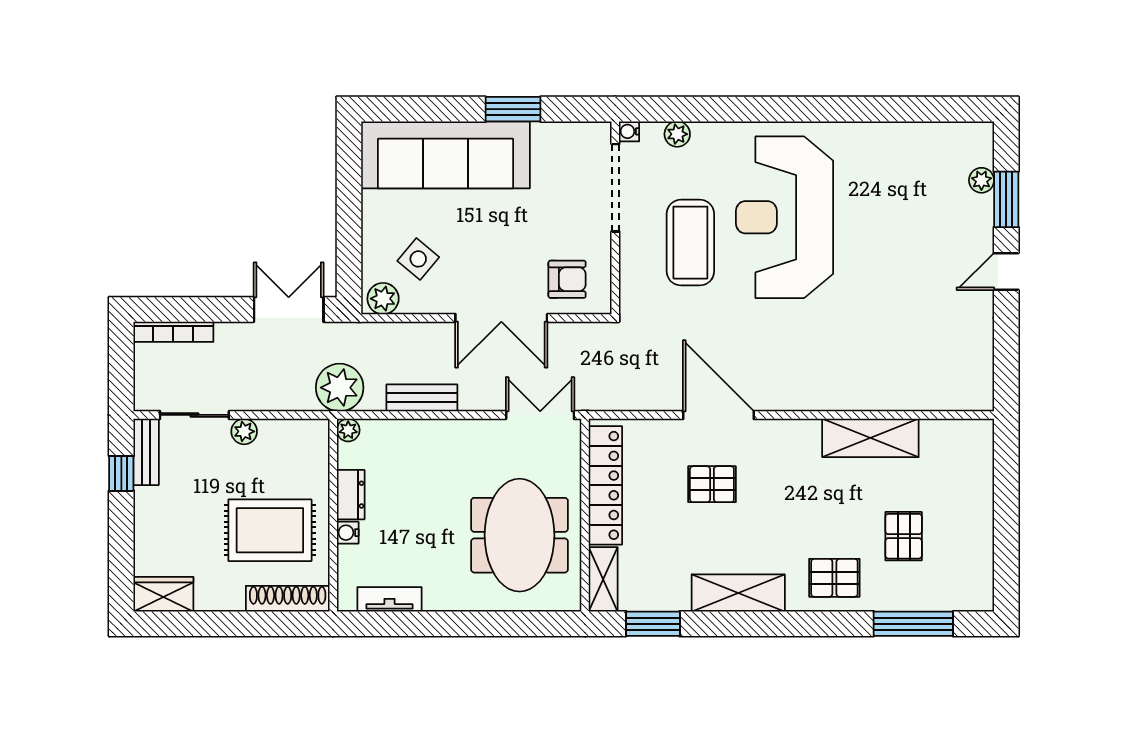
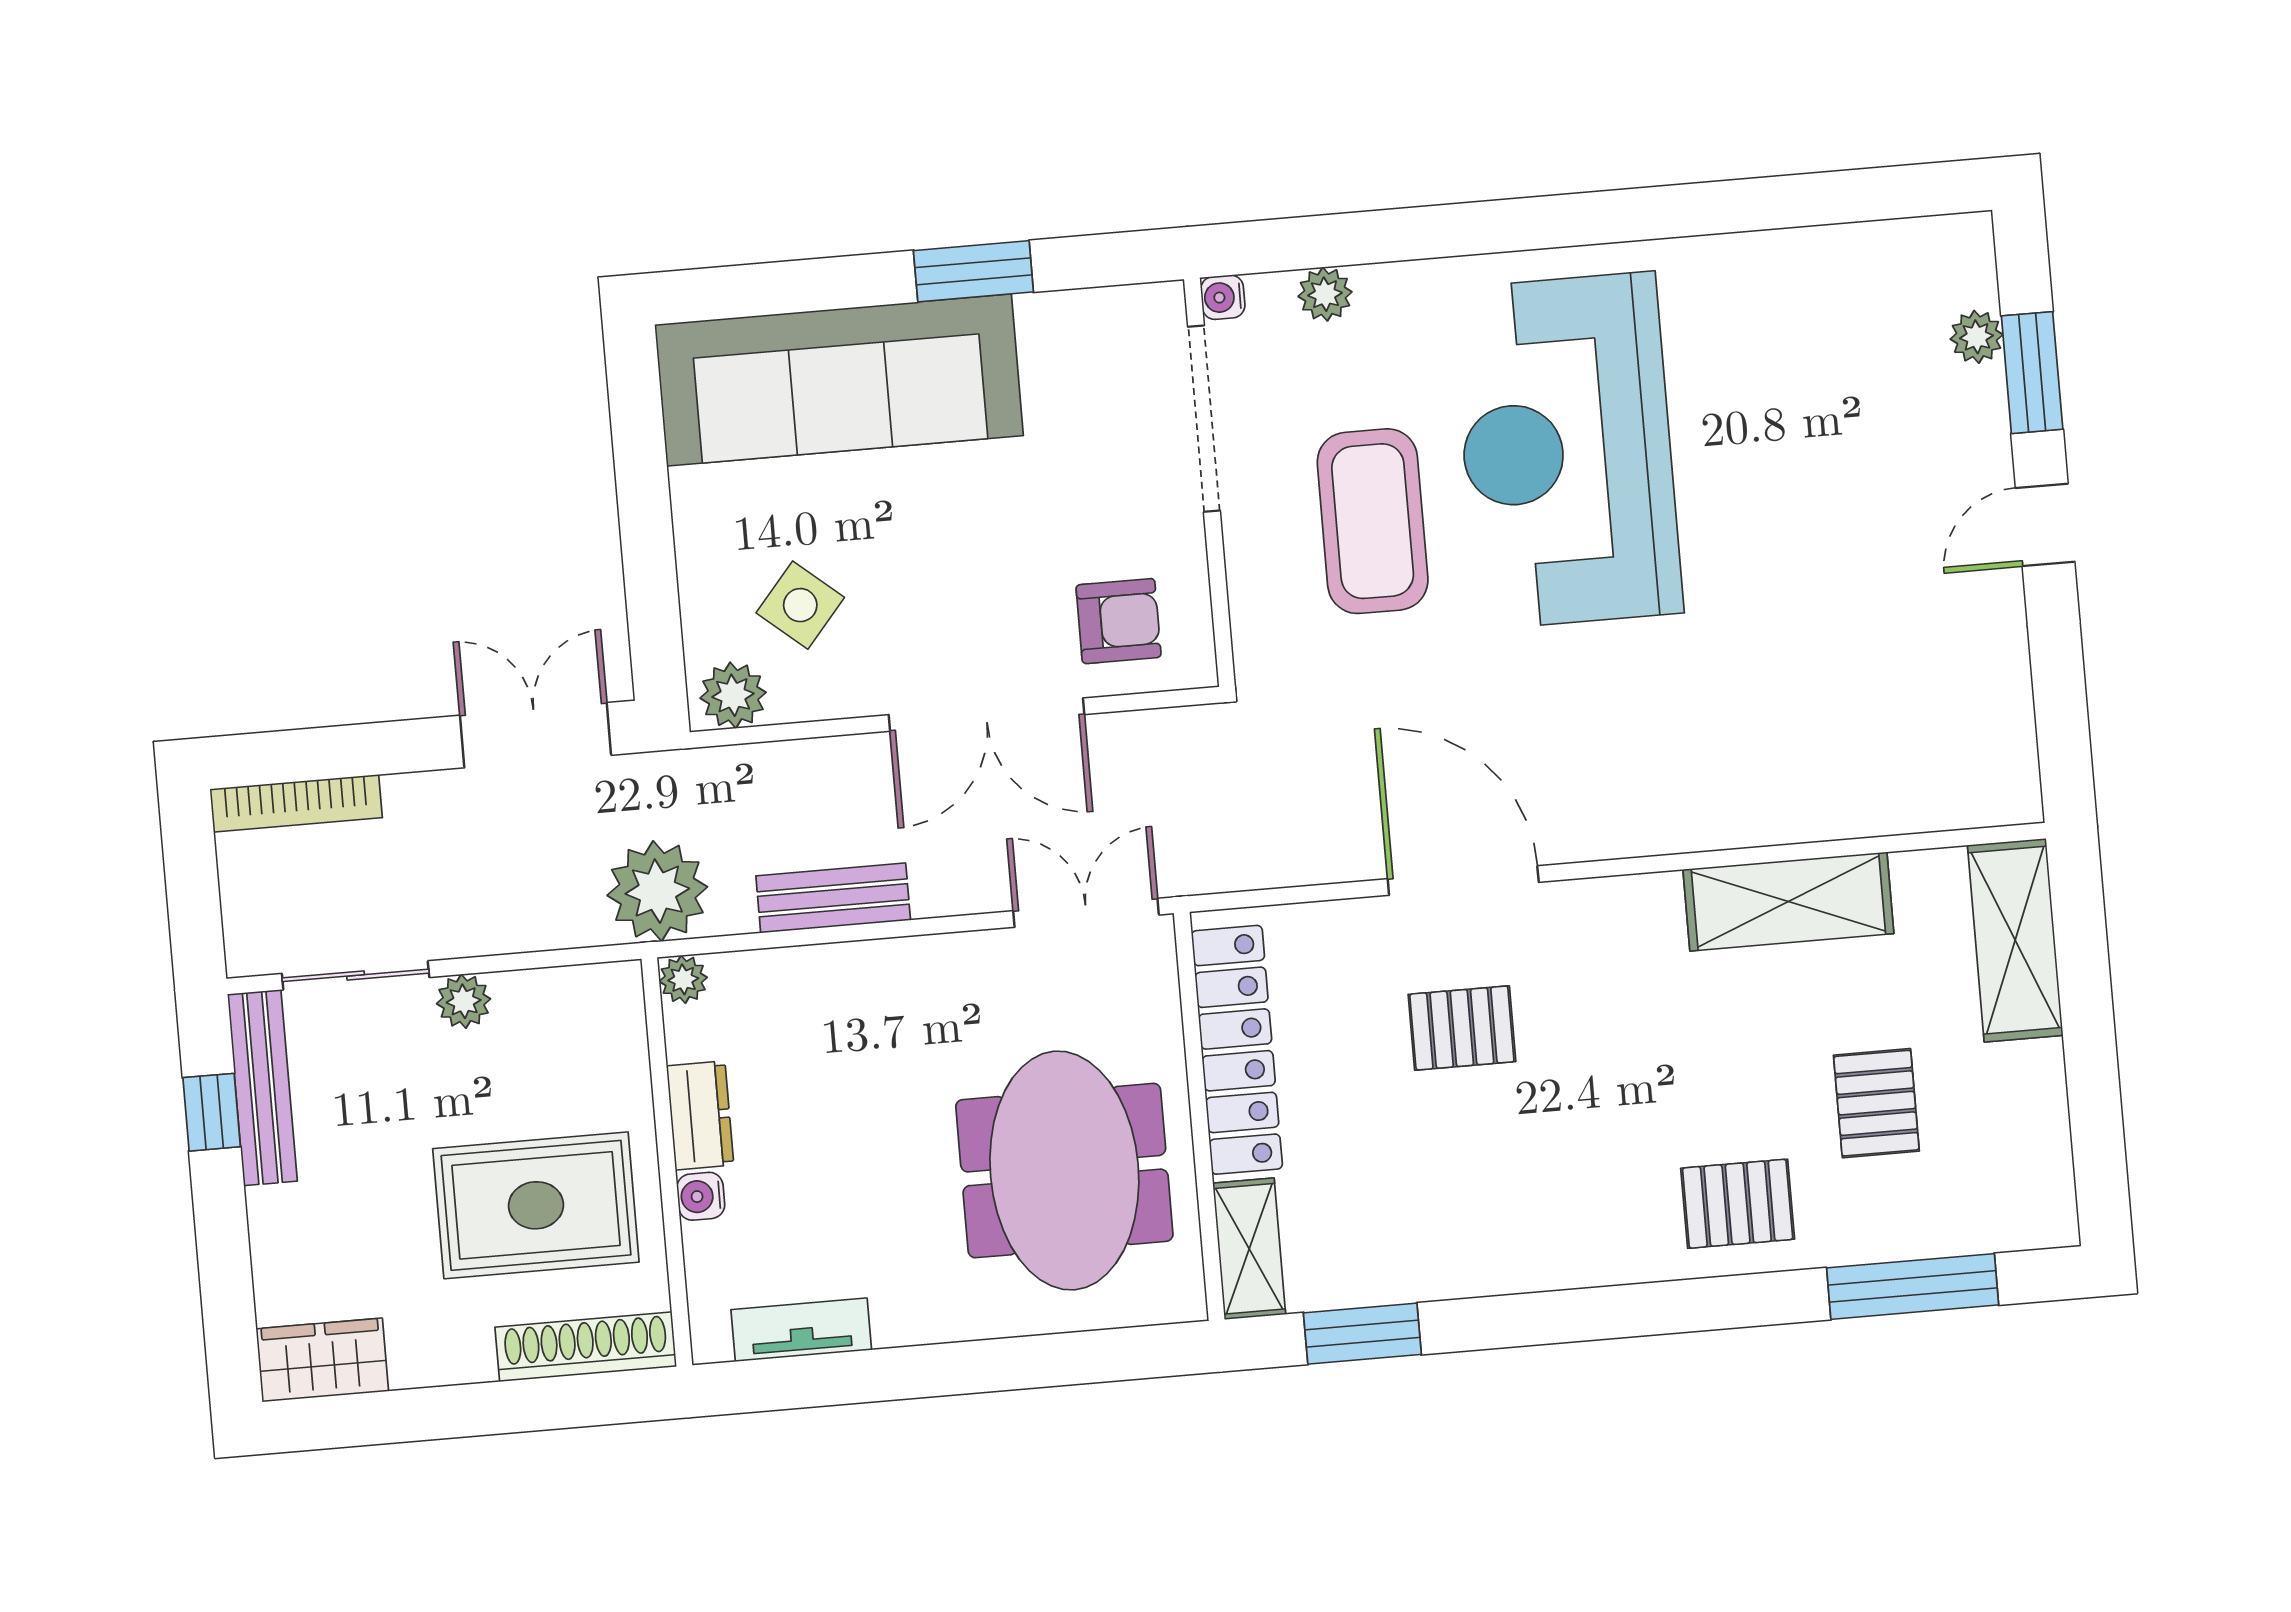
bench: (146, 452) -> (262, 1088), width x1.36
shelving: (738, 593) -> (2015, 940), moved, turned 90

